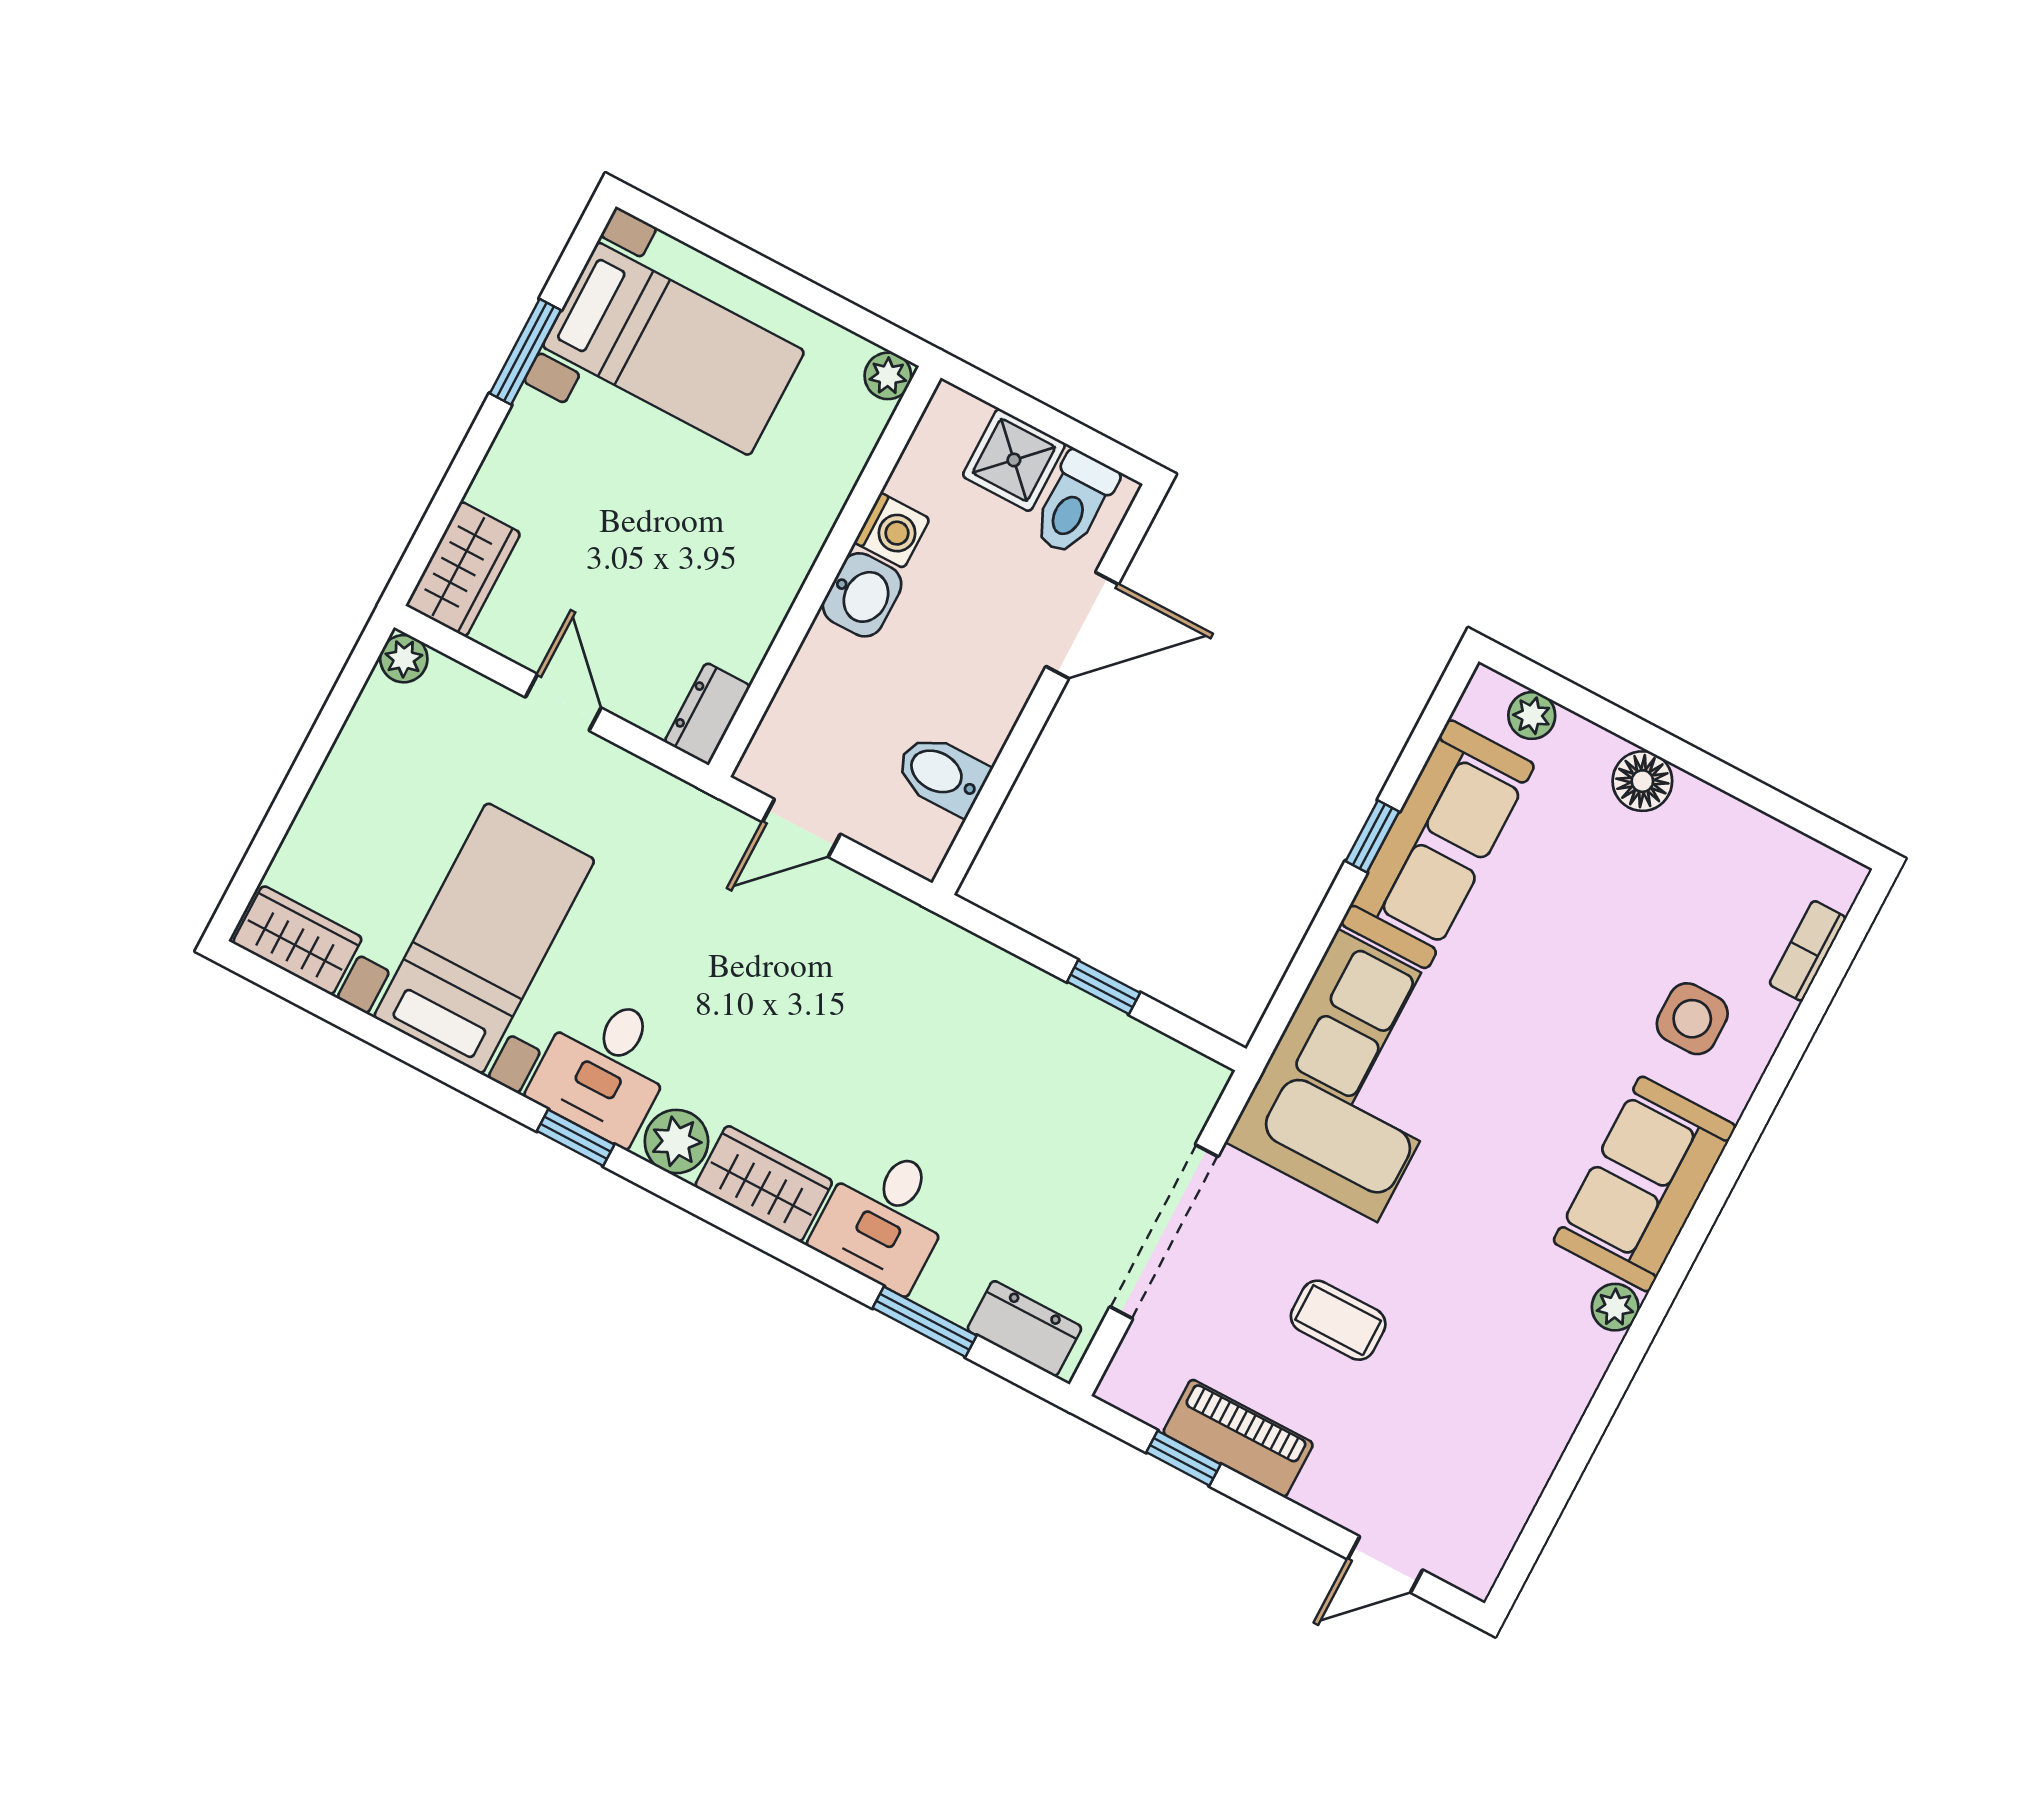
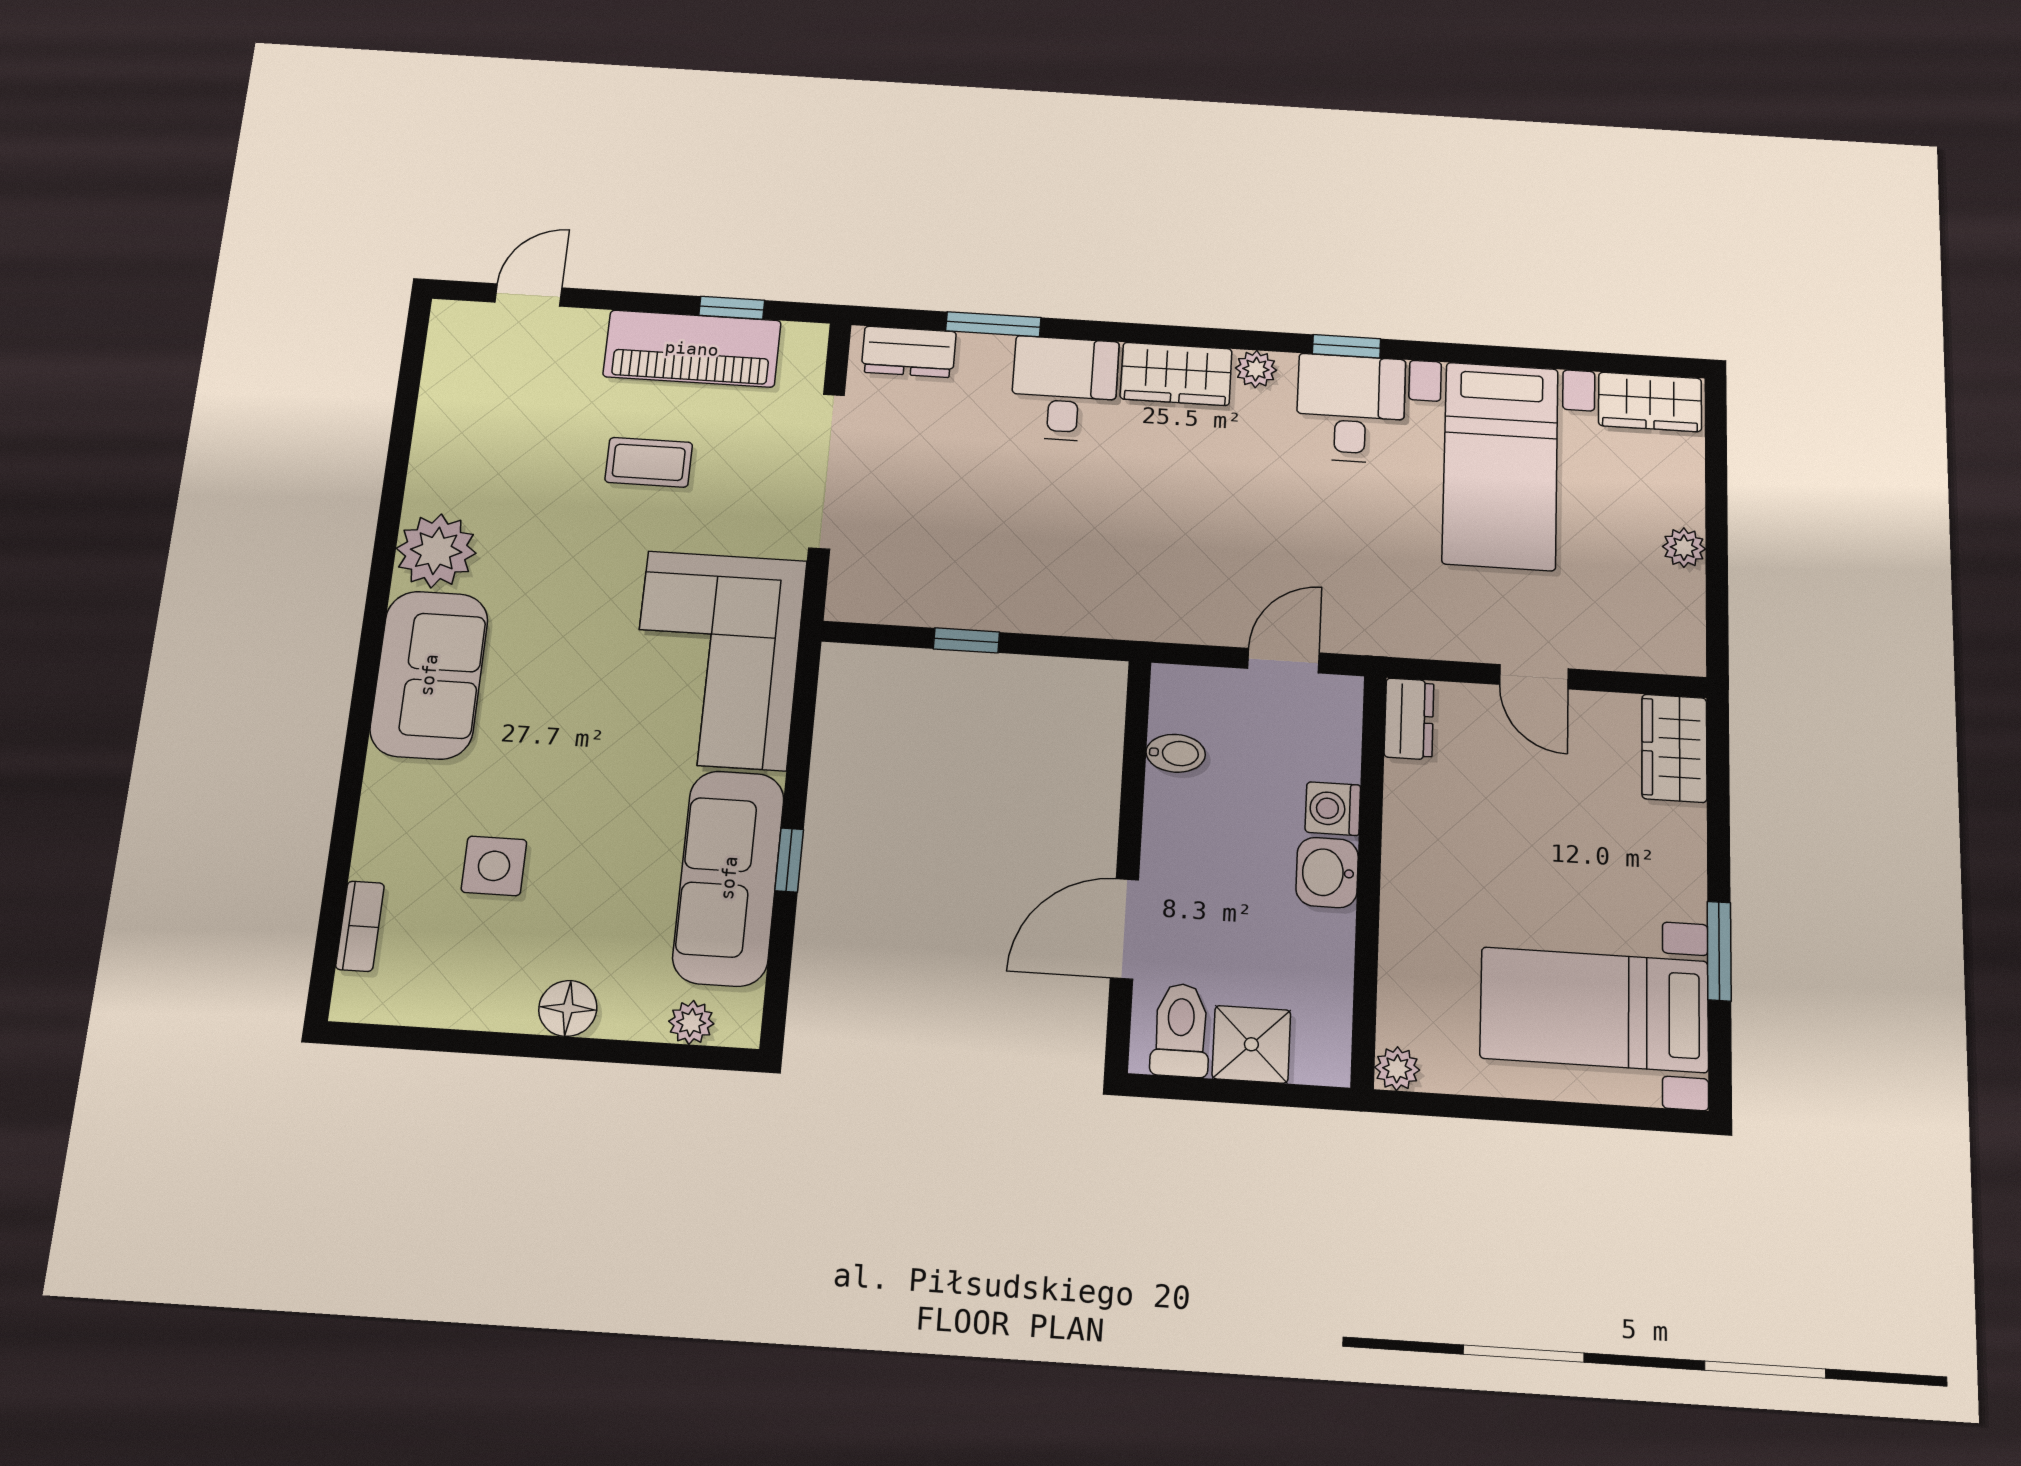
washing machine: (892, 530) -> (1333, 809), moved
plant: (404, 659) -> (1684, 548), moved
bidet: (942, 774) -> (1176, 753), width x0.72, depth x0.74
side table: (1692, 1019) -> (494, 866), moved
plant: (676, 1141) -> (1256, 369), width x0.73, depth x0.73
plant: (1615, 1307) -> (436, 551), width x1.87, depth x1.87
piano: (1238, 1438) -> (692, 349), width x1.37, depth x1.33

